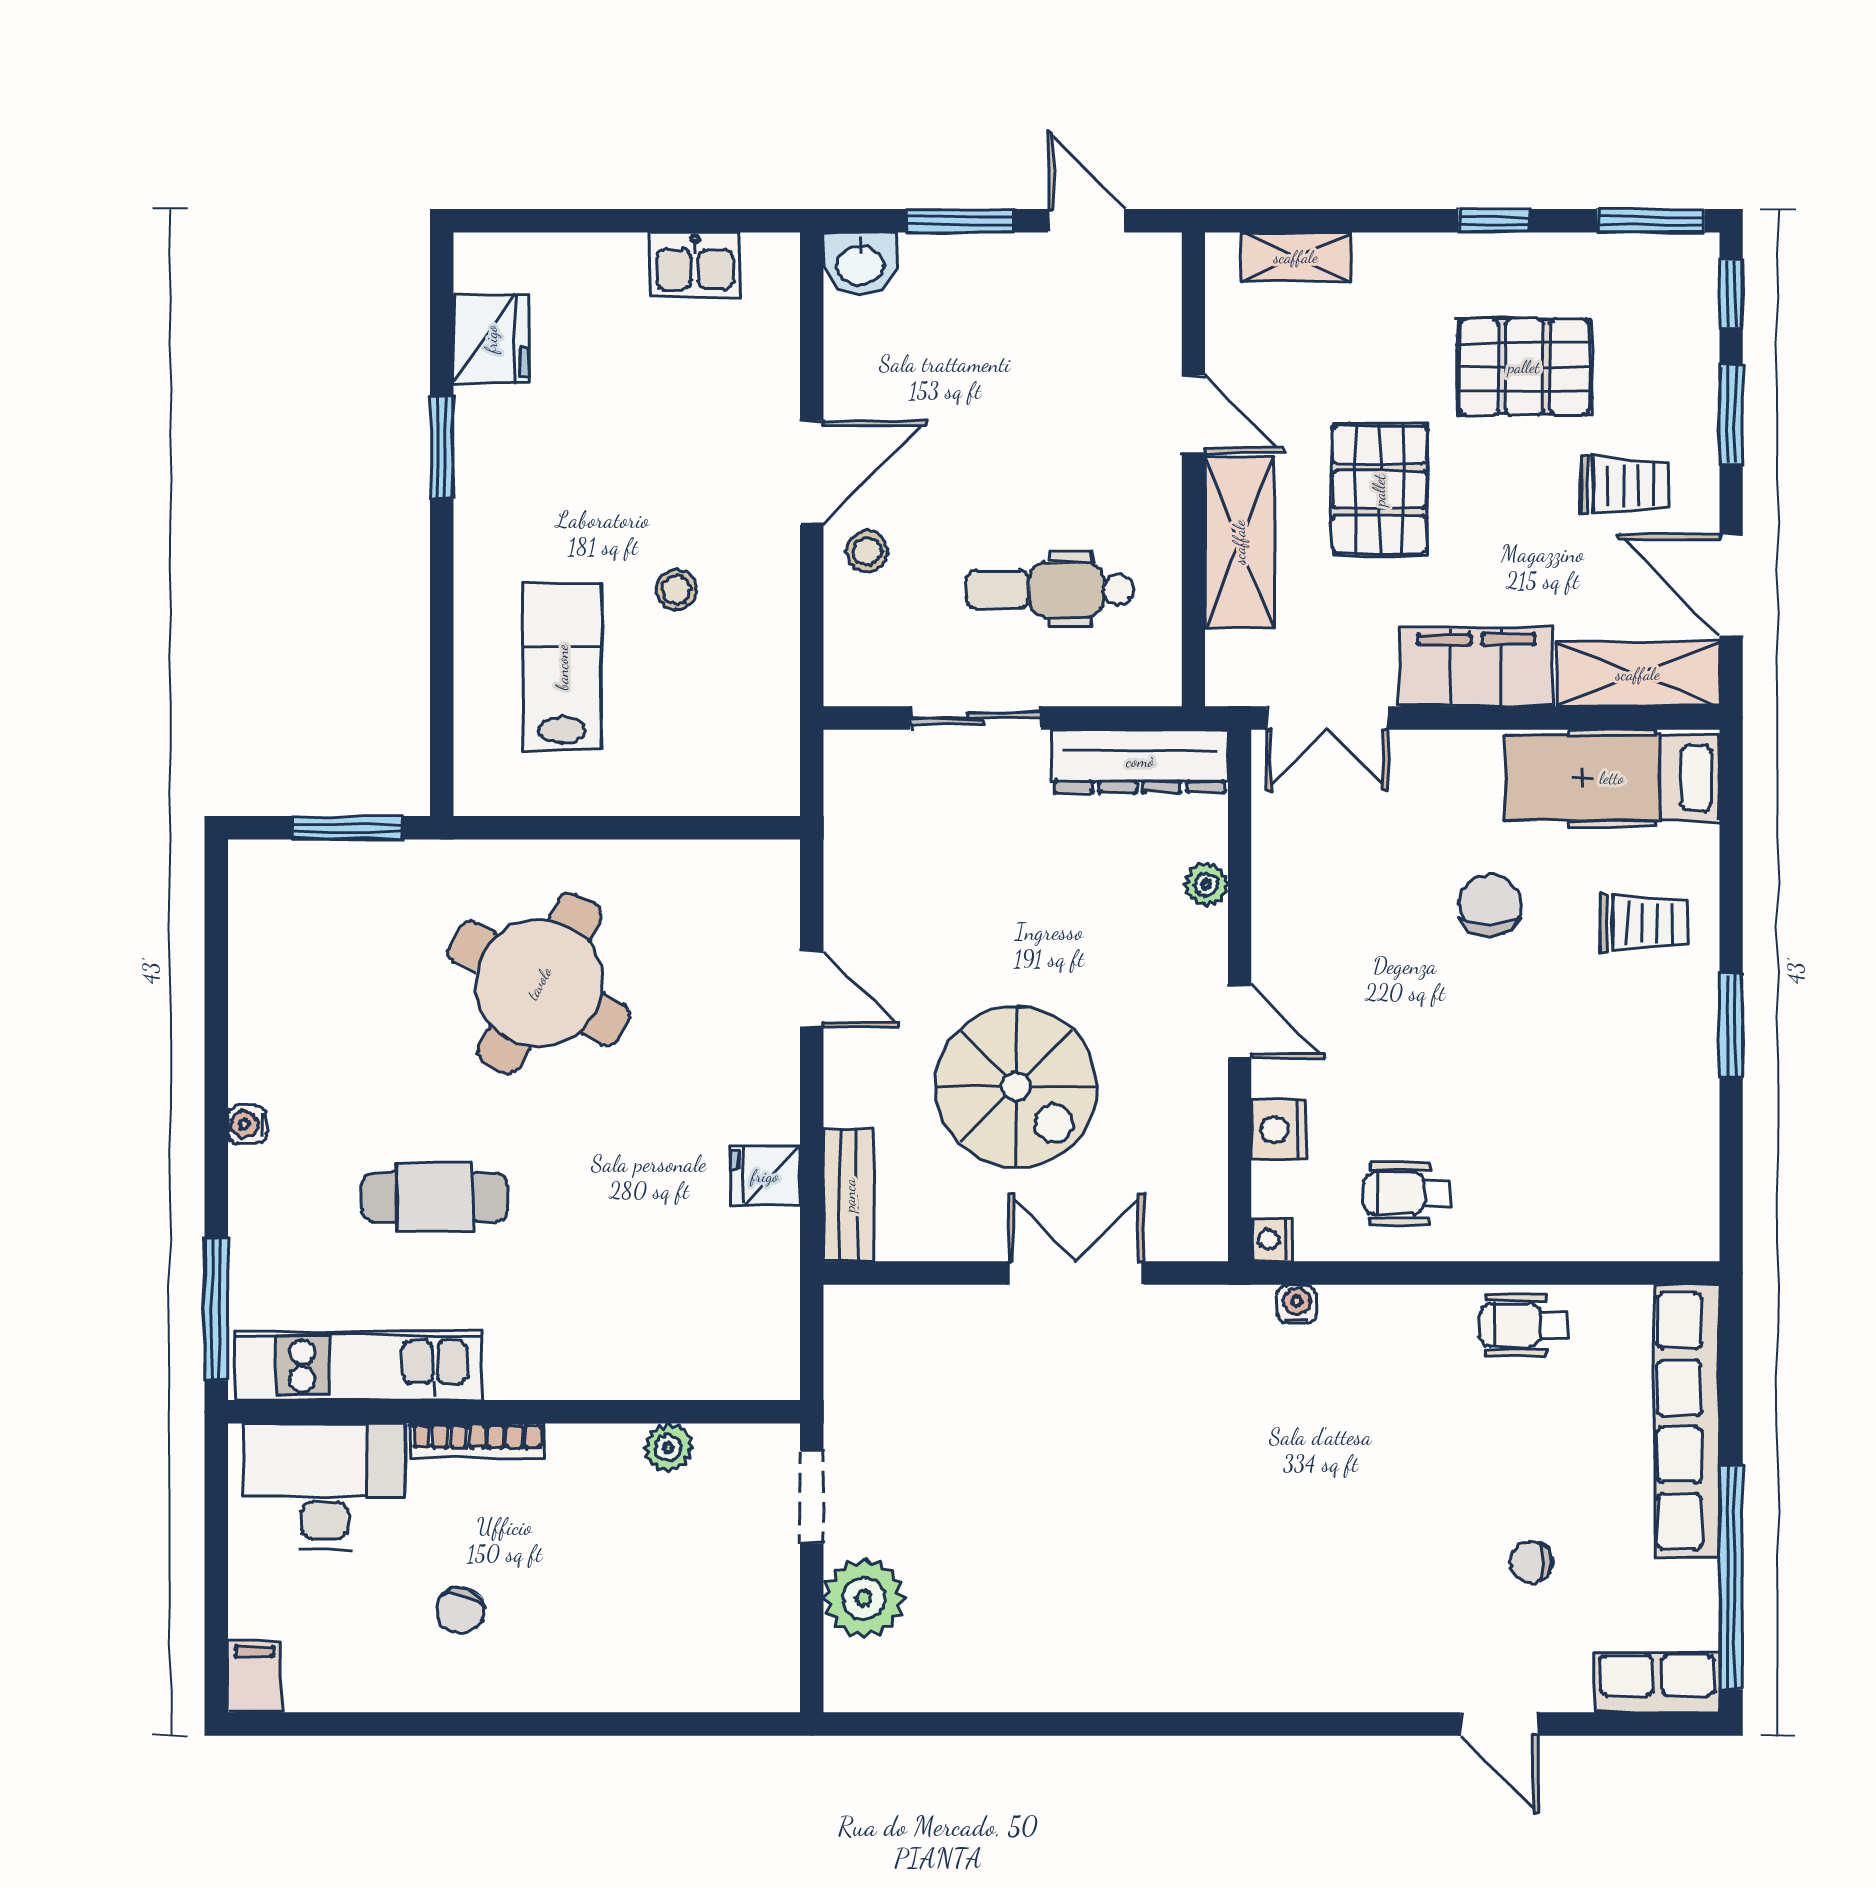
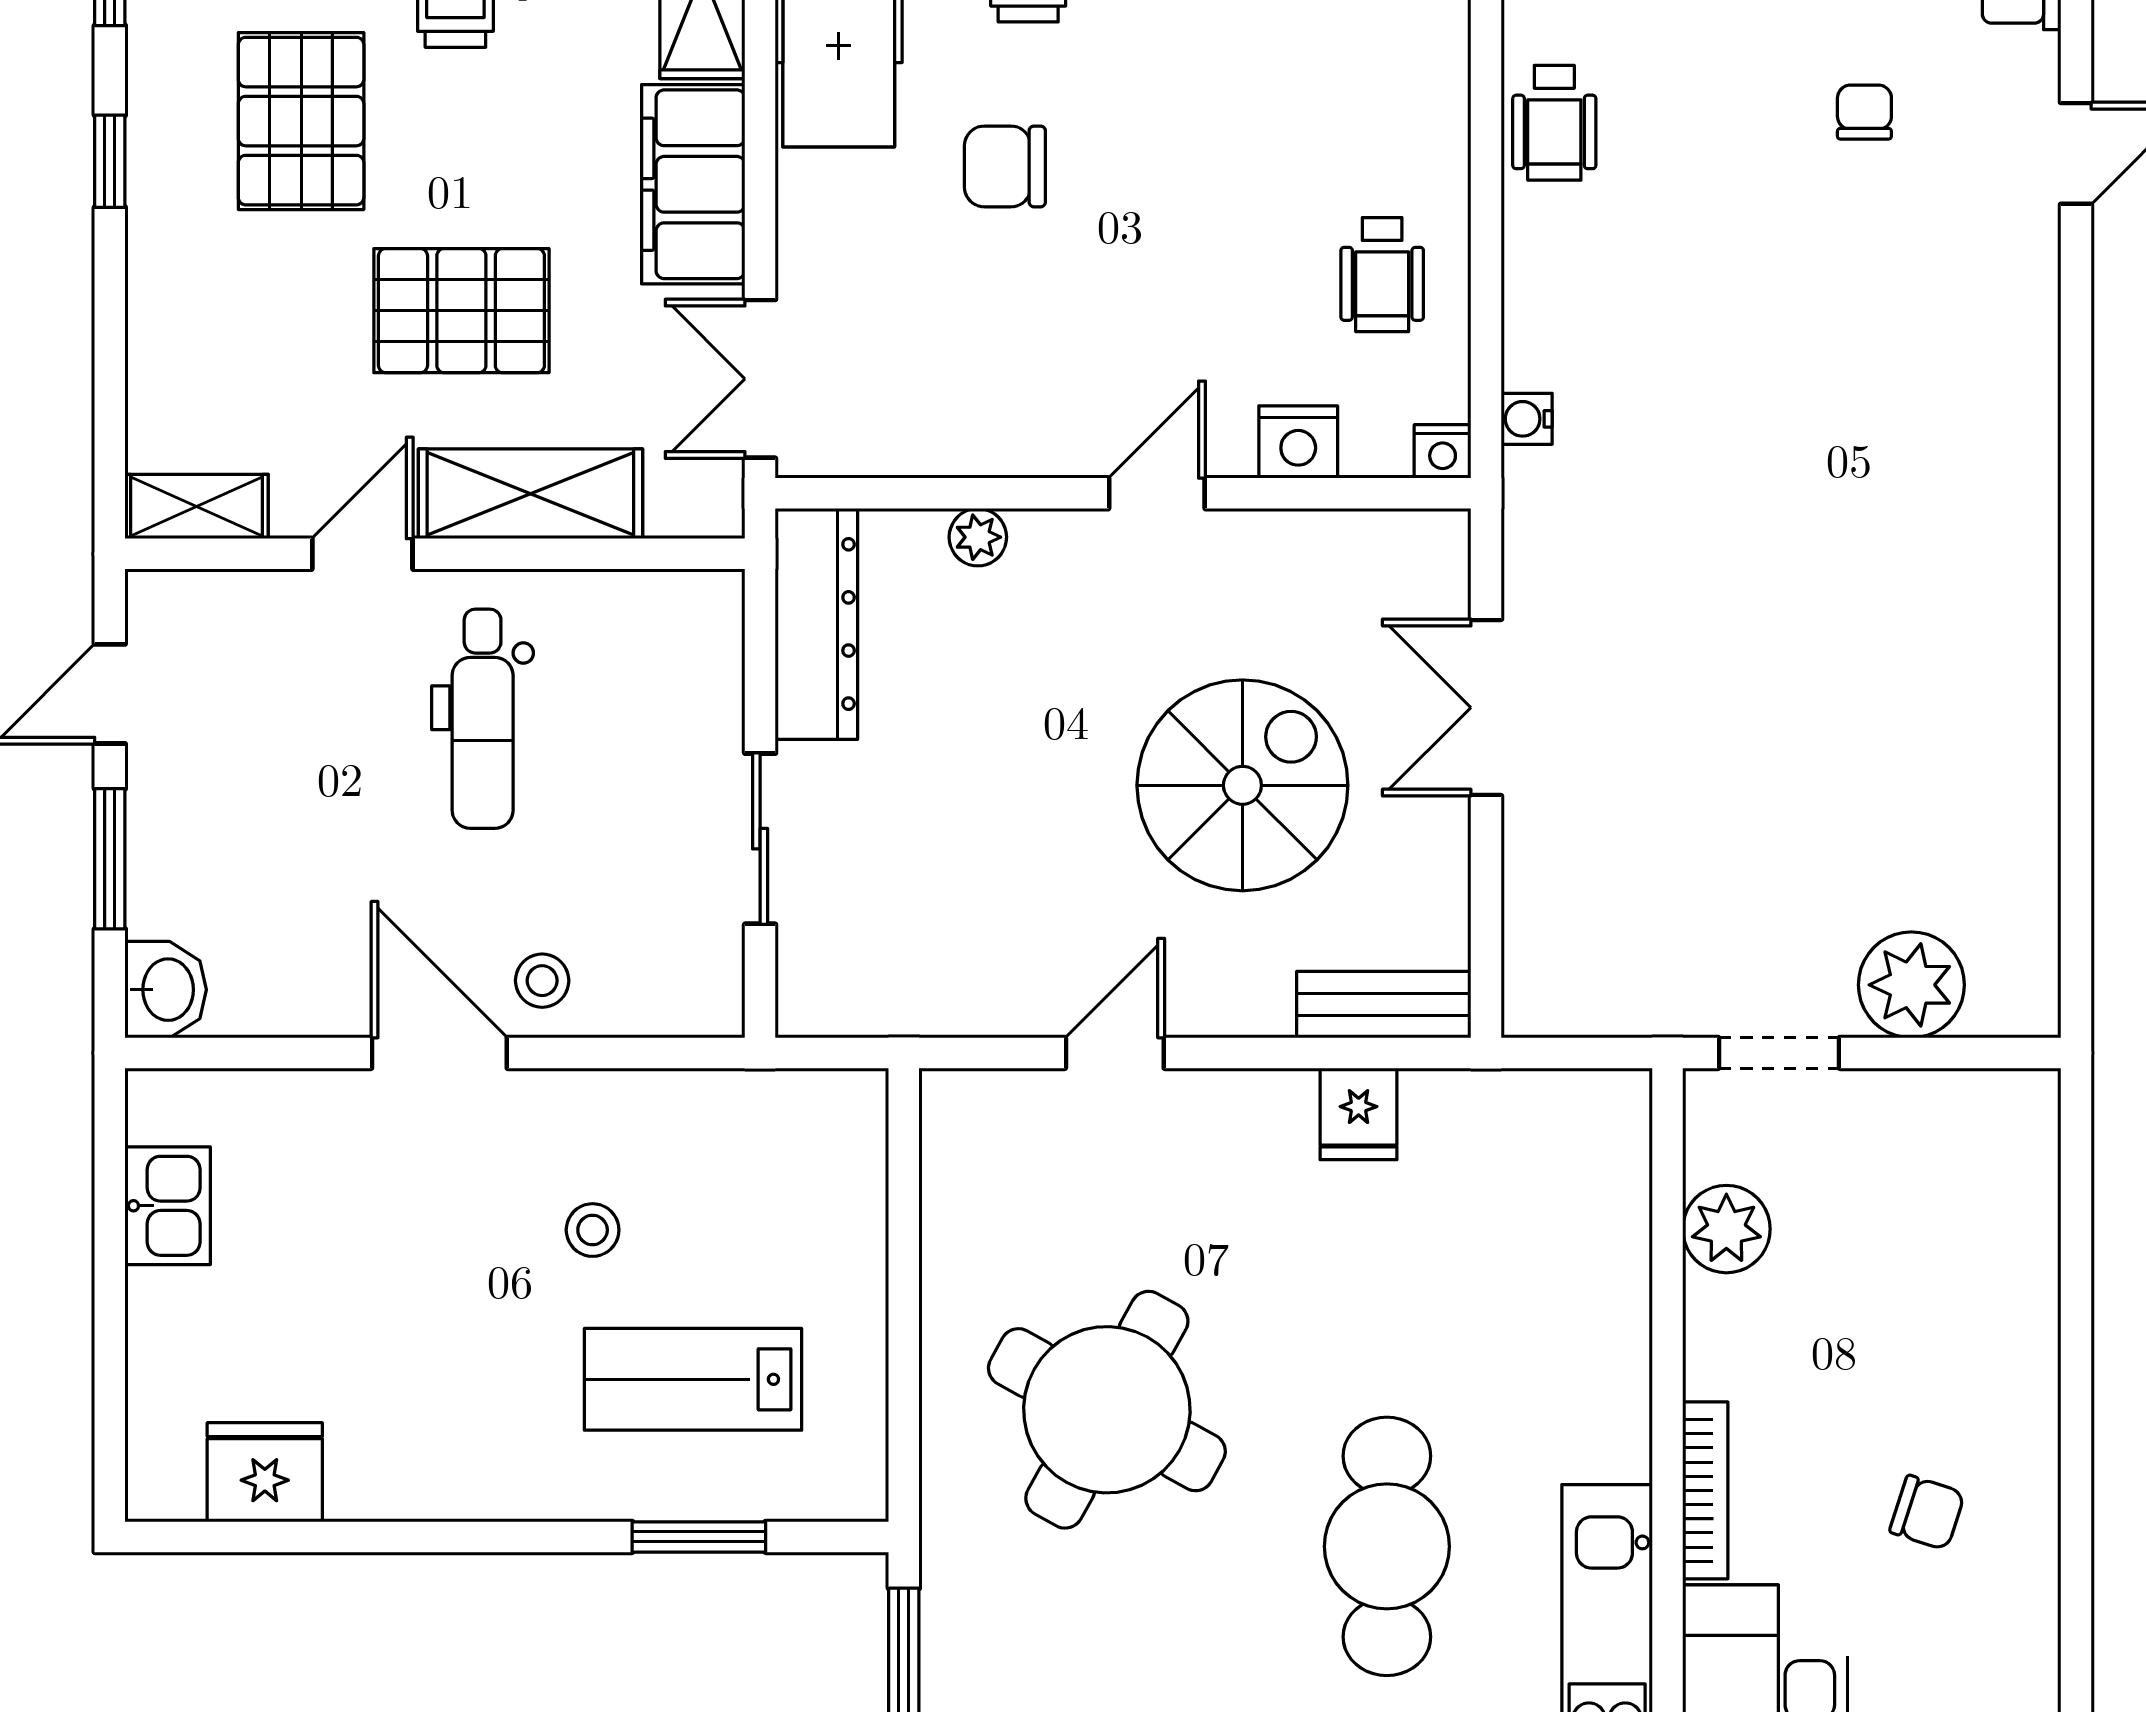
shelving: (1296, 257) -> (197, 507), moved, turned 90
window: (442, 448) -> (699, 1537), moved
dental chair: (1049, 589) -> (483, 719), moved
double door: (1327, 718) -> (760, 379), swing flipped
cafe table: (435, 1197) -> (1387, 1546), width x1.37, depth x1.35
plant: (668, 1448) -> (1726, 1229), width x1.38, depth x1.38
chair: (1531, 1562) -> (1864, 112), turned 180

